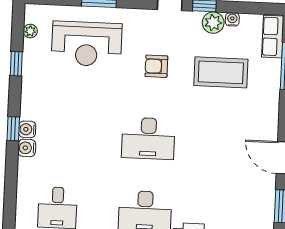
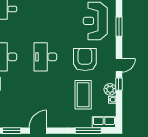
armchair: (156, 66) -> (85, 59), width x1.88, depth x1.88

